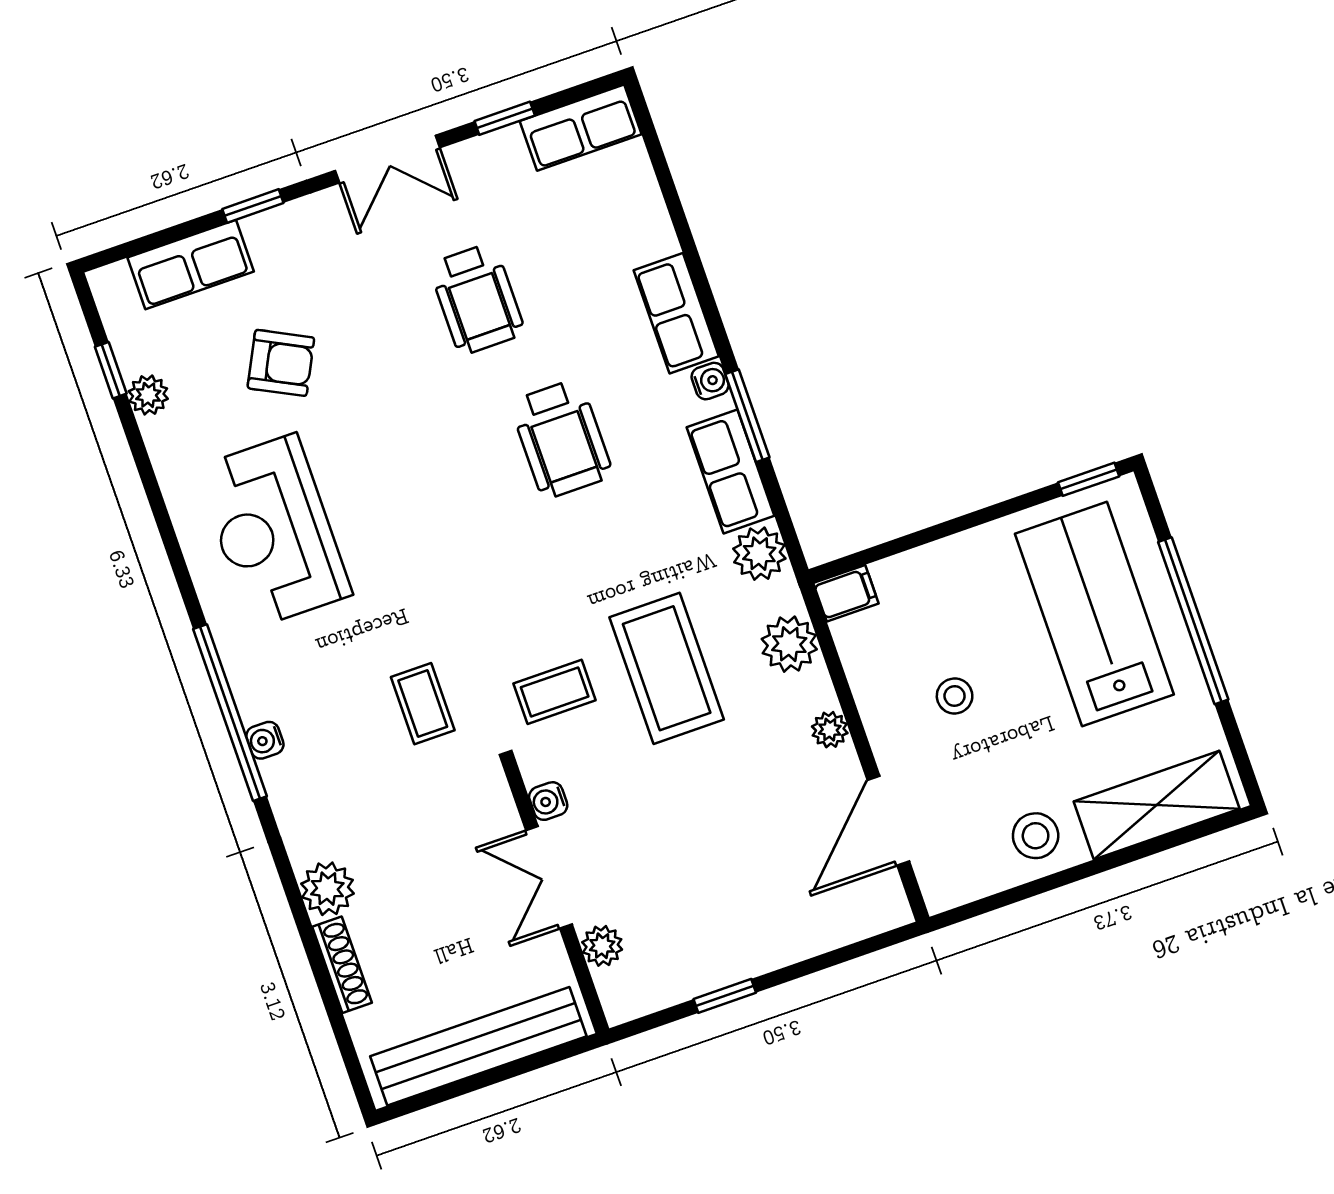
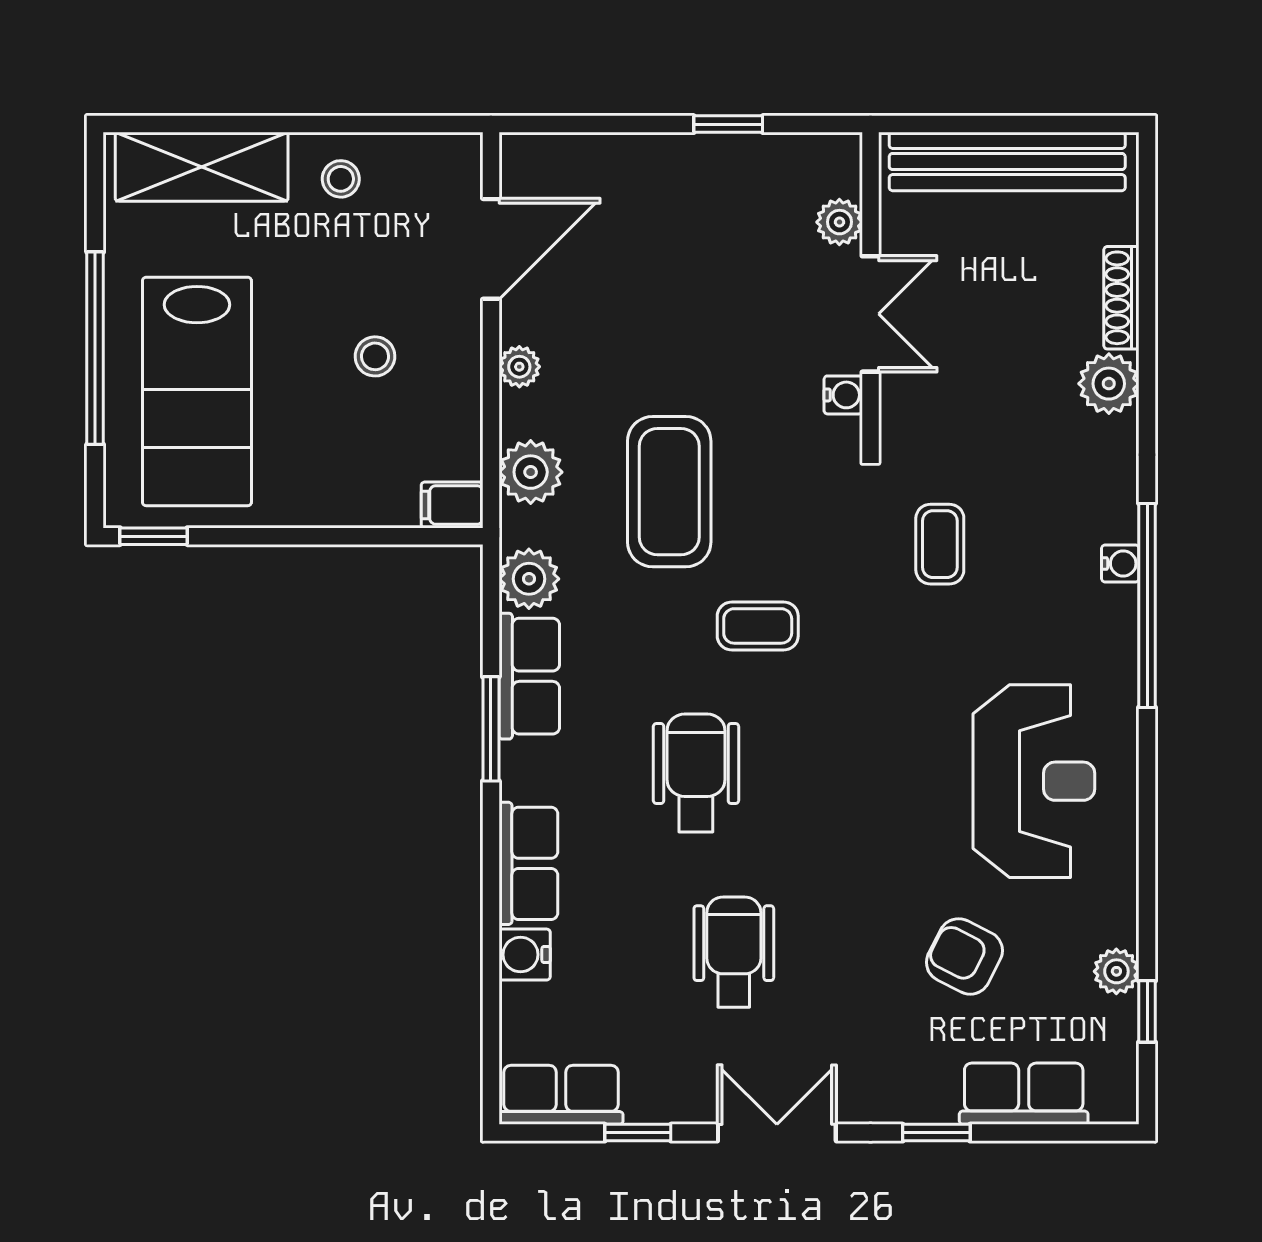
water cooler: (710, 381) -> (525, 955), moved, width x1.38, depth x1.38
coffee table: (555, 692) -> (758, 626), moved
stool: (1036, 836) -> (341, 179), width x0.73, depth x0.73

